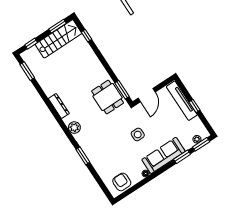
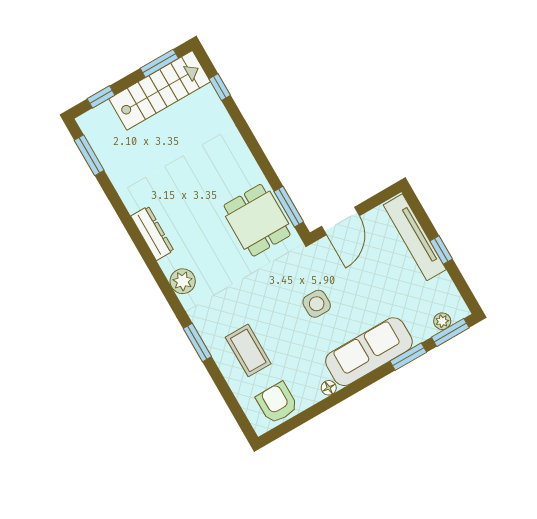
coffee table: (107, 158) -> (248, 350), added

